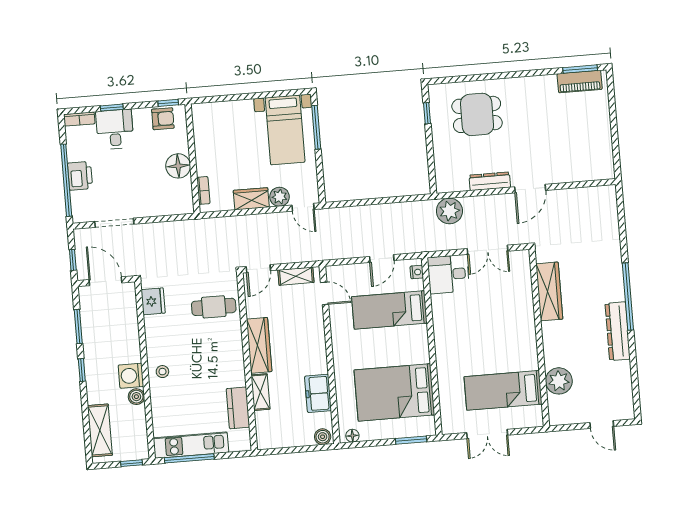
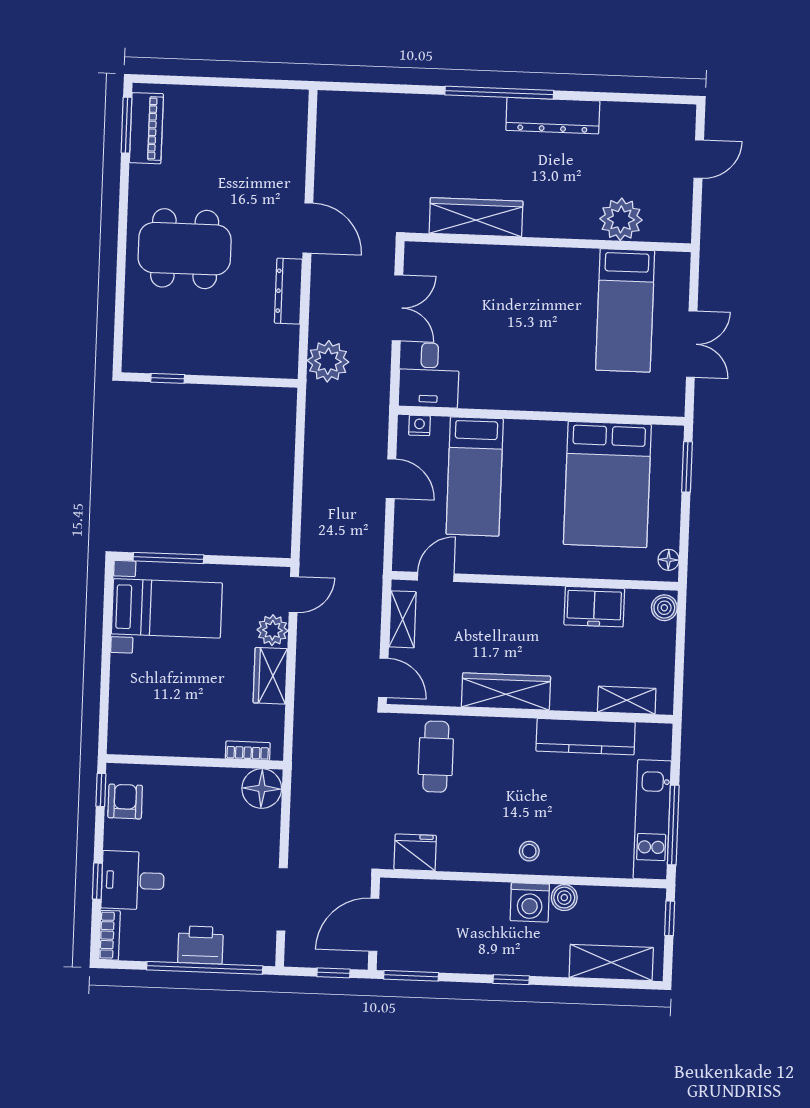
dining table: (477, 114) -> (185, 249), moved, width x1.37
floor lamp: (178, 166) -> (262, 789), moved
window: (78, 327) -> (411, 976), moved
shelving: (260, 392) -> (627, 700), moved
kitchen counter: (238, 408) -> (586, 737), width x1.50

